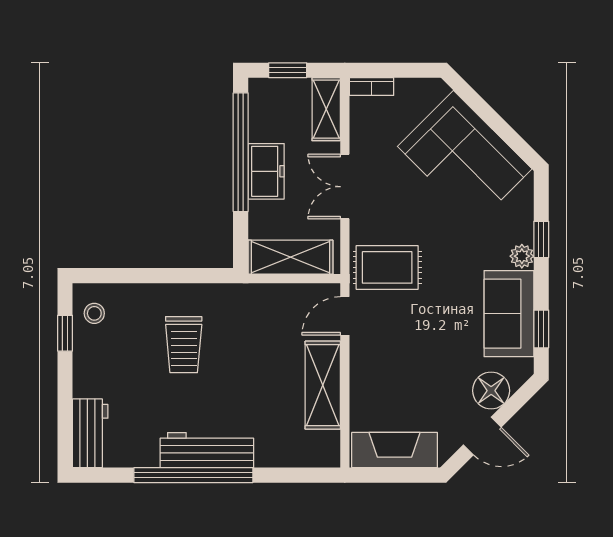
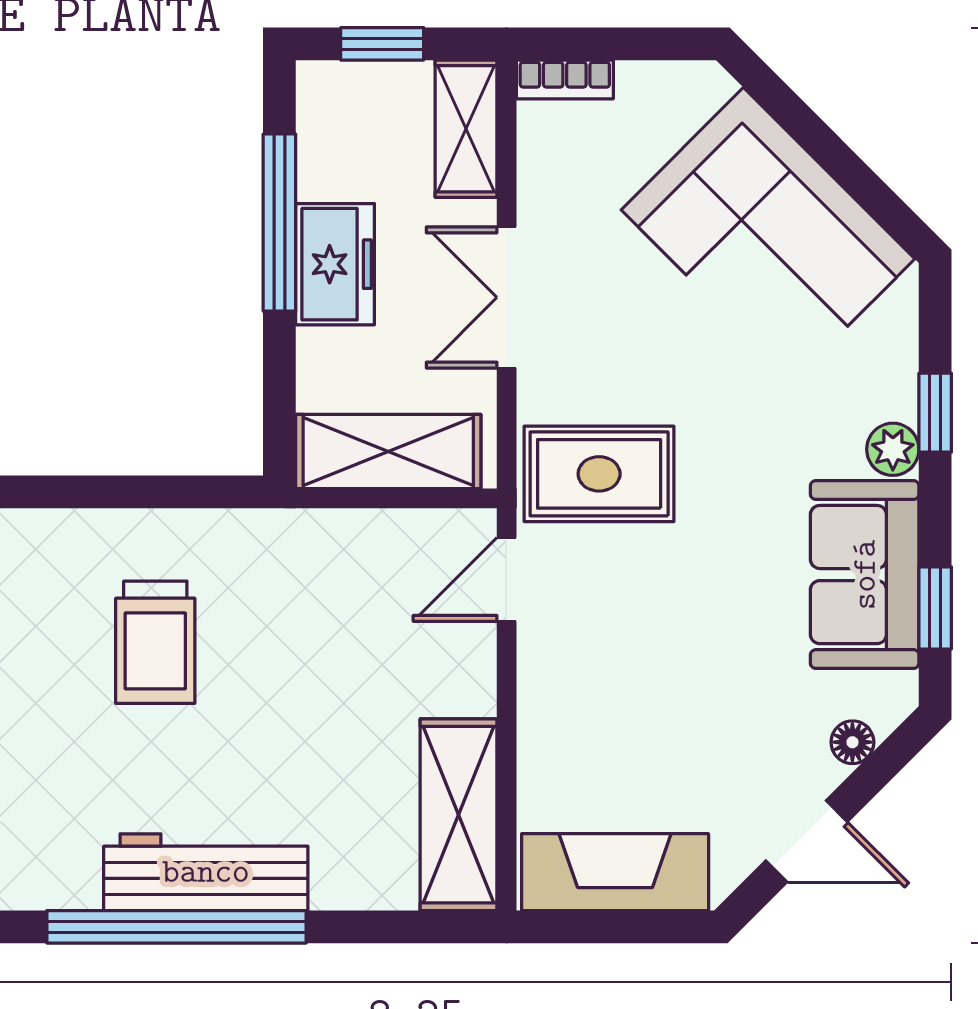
window: (241, 152) -> (279, 223), width x0.68
shelving: (323, 385) -> (459, 815), moved
floor lamp: (491, 391) -> (852, 742), width x0.53, depth x0.53

